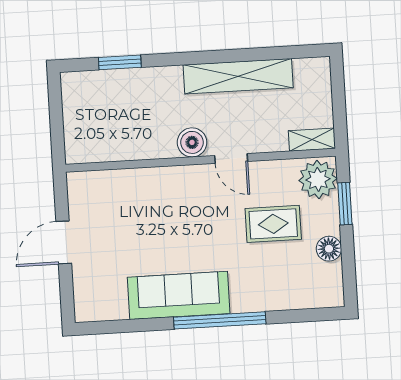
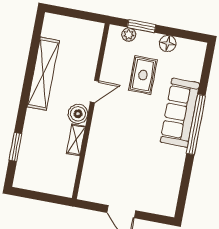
shelving: (312, 140) -> (76, 140), moved
plant: (318, 179) -> (129, 35), width x0.53, depth x0.53
sofa: (179, 295) -> (180, 113), moved

